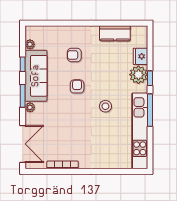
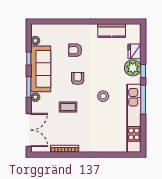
coffee table: (66, 118) -> (68, 107), added

